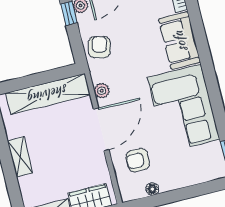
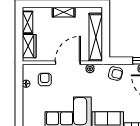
door: (101, 129) -> (68, 63), swing flipped

